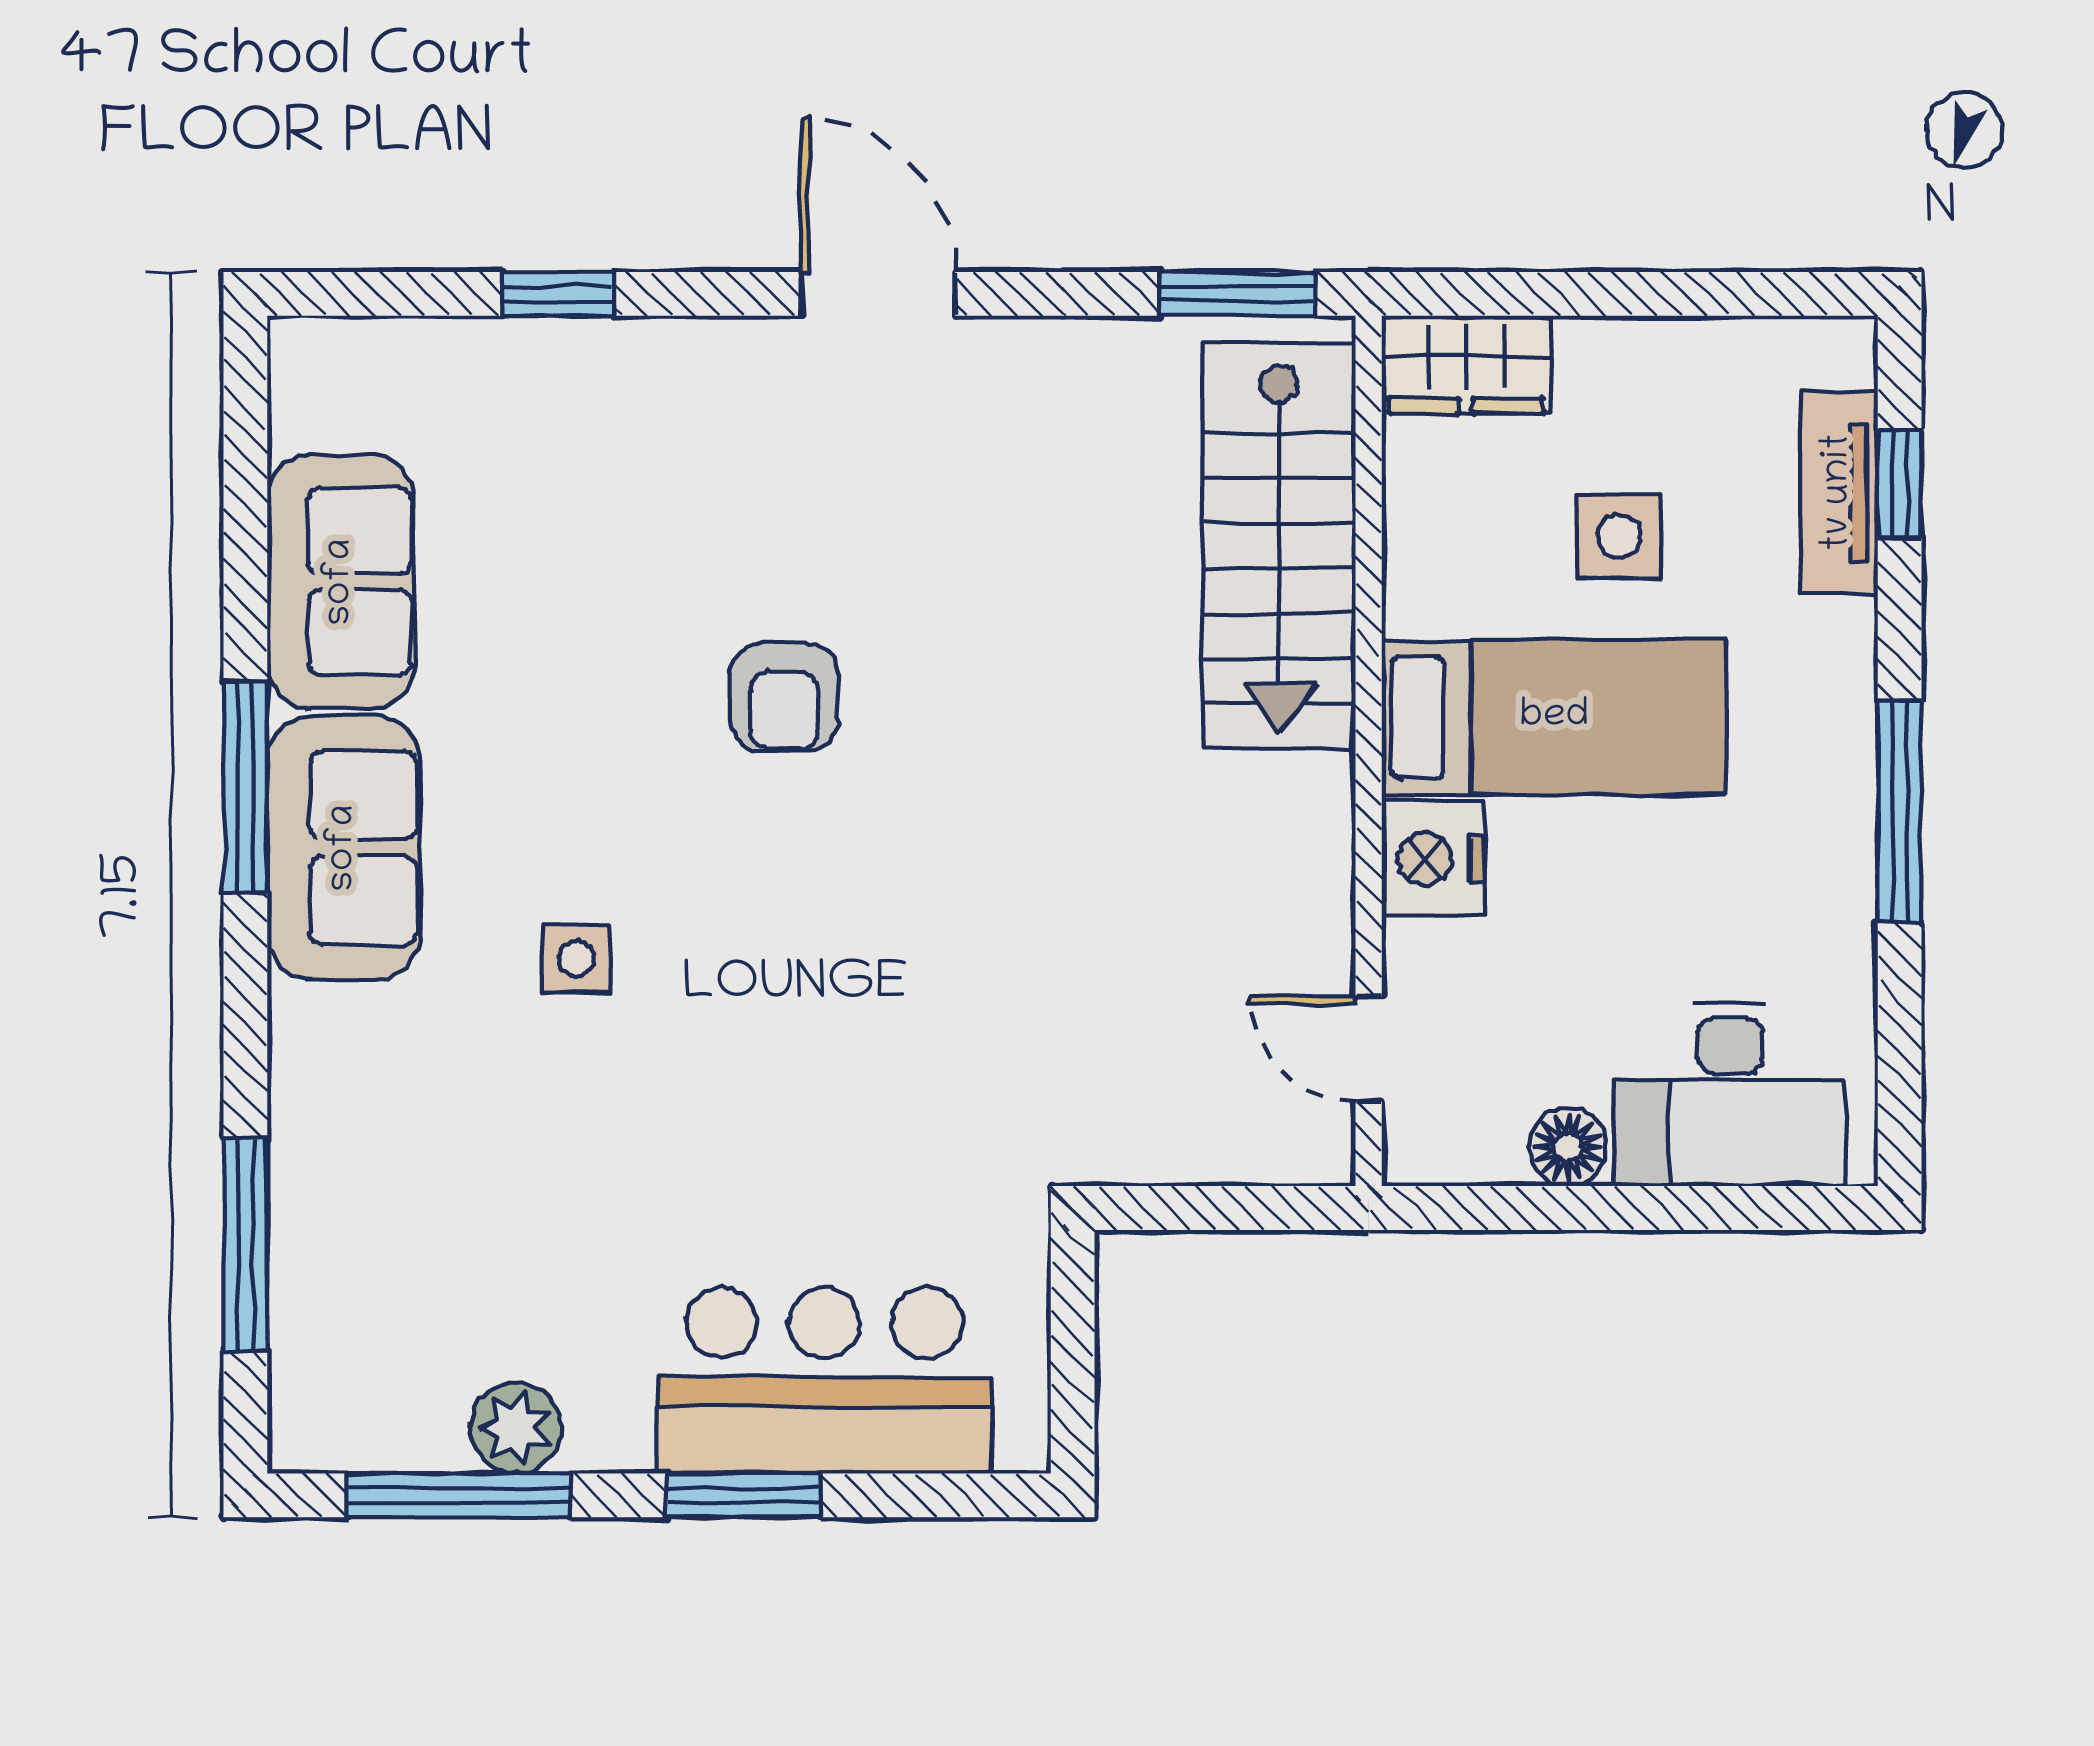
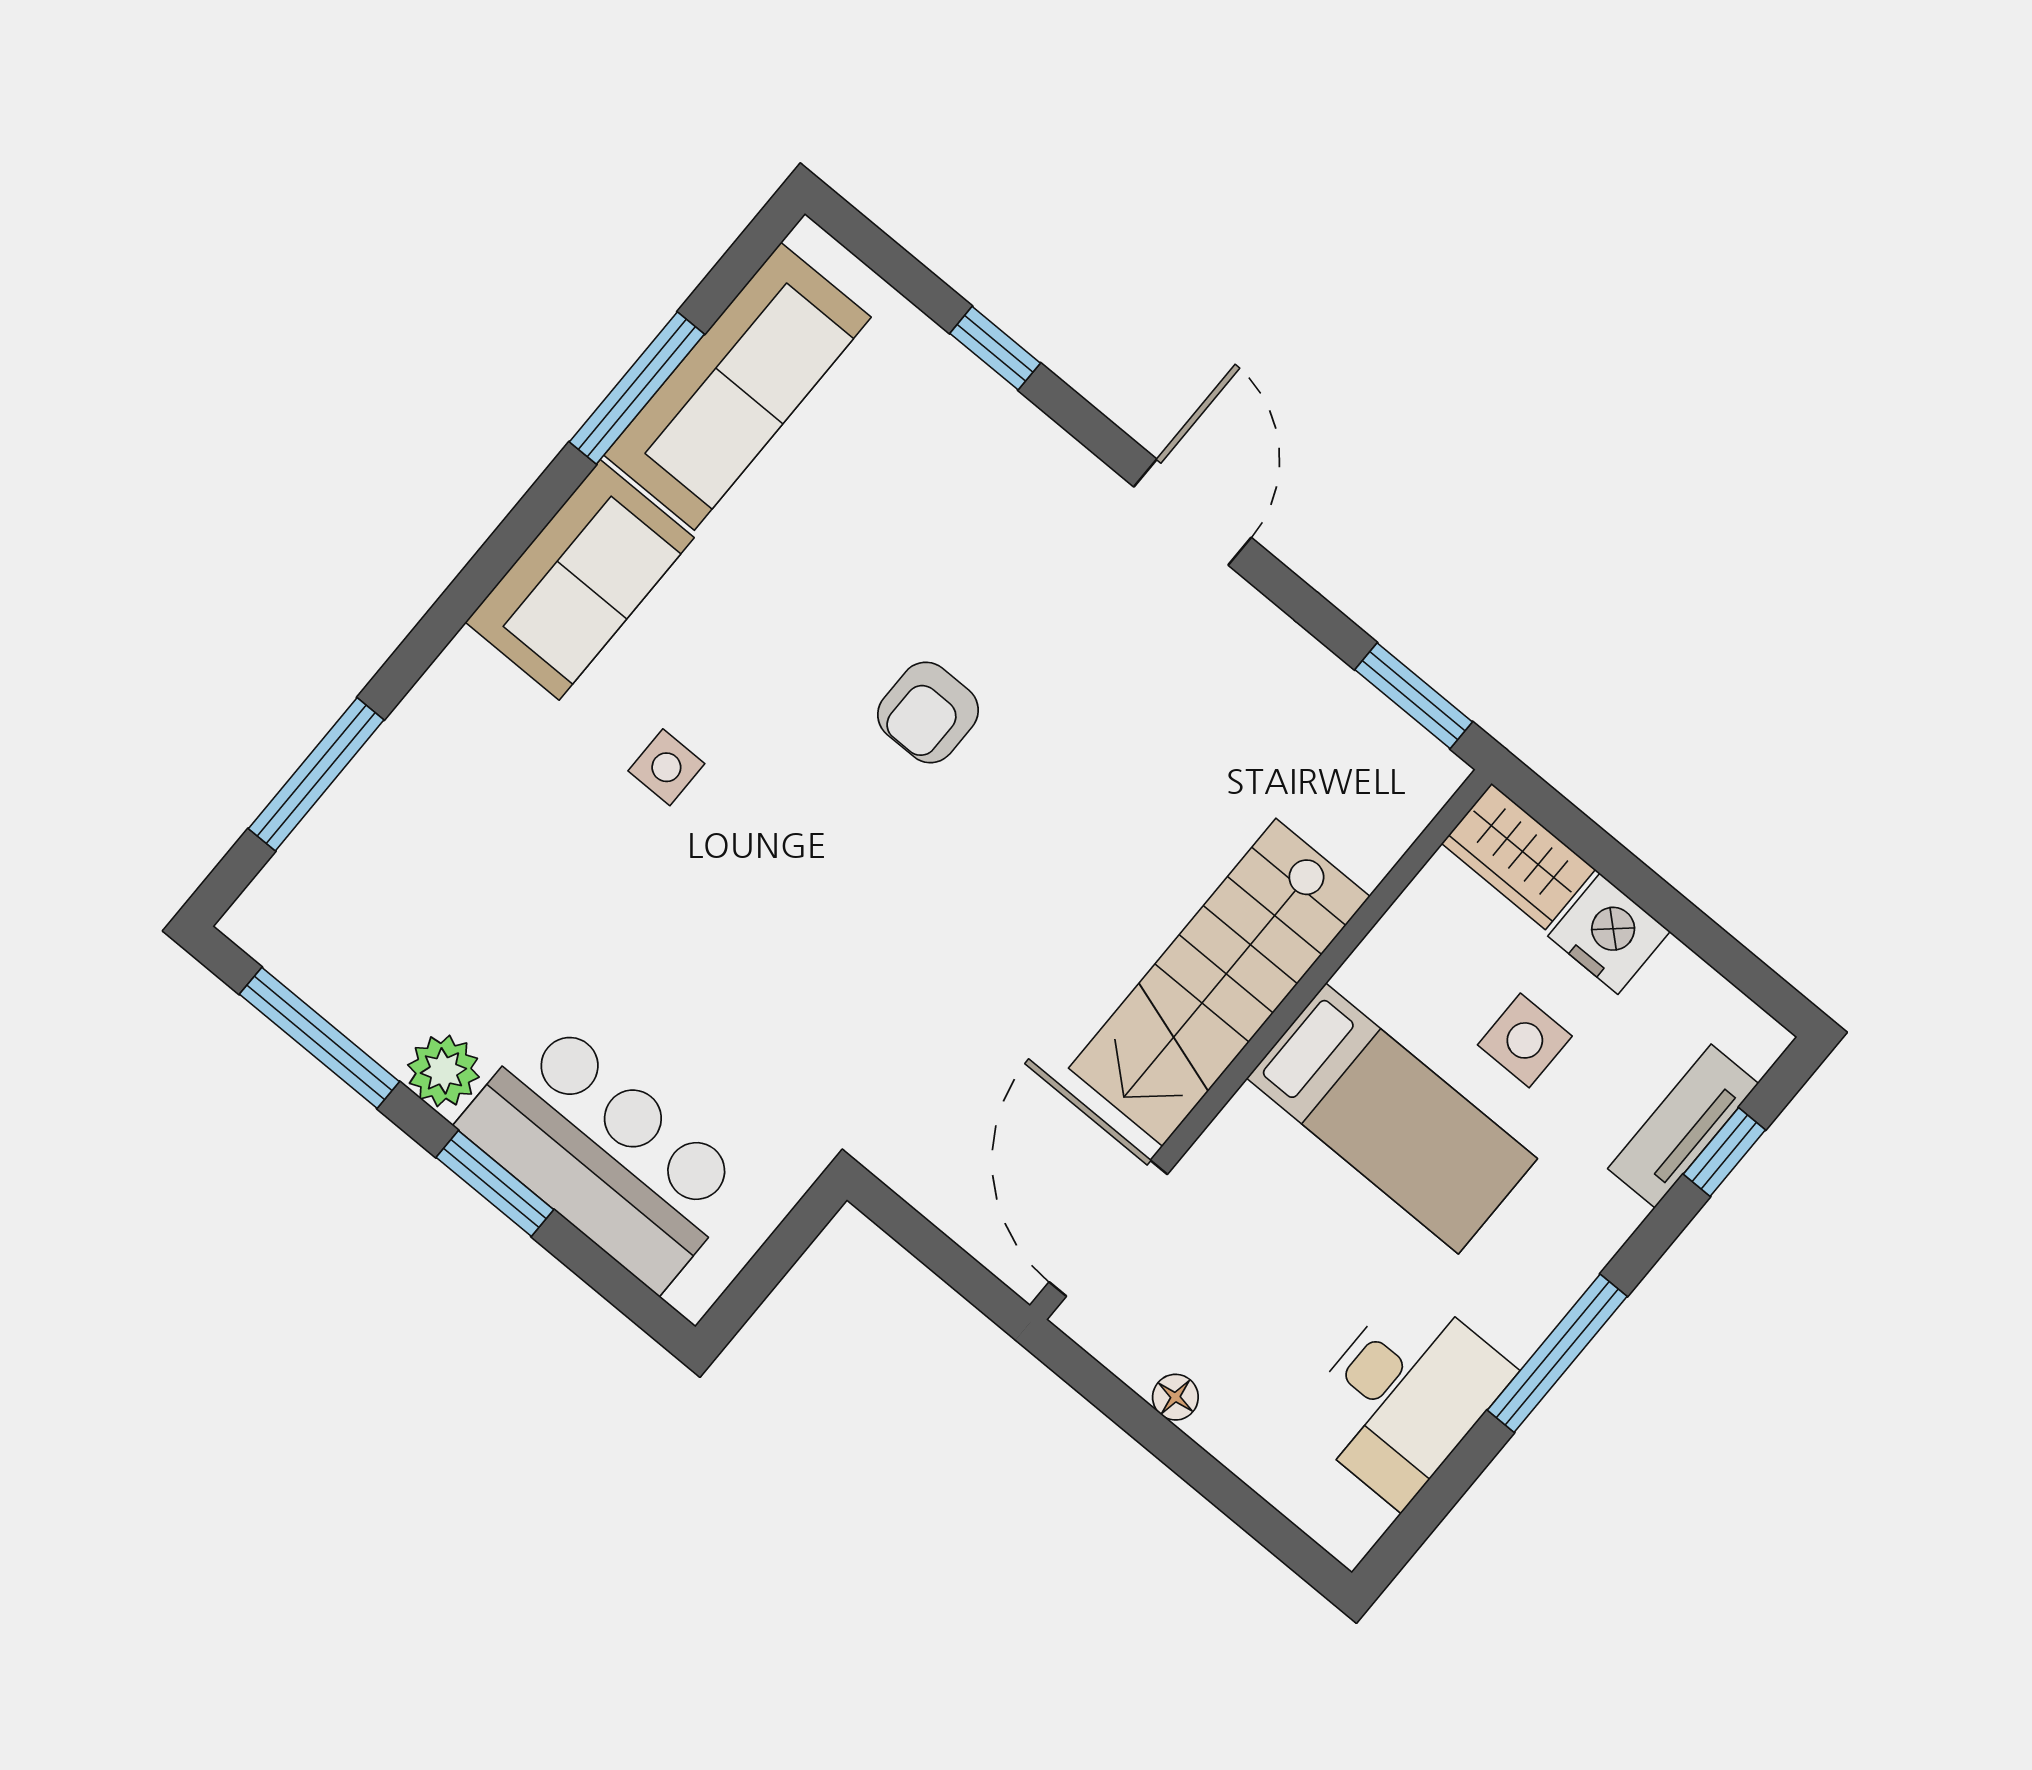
stairs: (1279, 546) -> (1219, 982), moved
sofa: (341, 582) -> (738, 386), width x1.36
window: (245, 787) -> (637, 388), moved
nightstand: (1433, 859) -> (1609, 934), moved, turned 90
door: (1369, 1049) -> (1108, 1228), width x1.87
desk: (1730, 1095) -> (1405, 1396), moved, turned -90
floor lamp: (1568, 1147) -> (1175, 1397), width x0.73, depth x0.73
plant: (516, 1428) -> (443, 1071), moved

